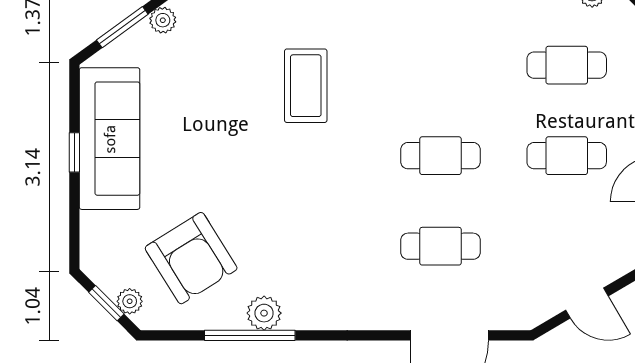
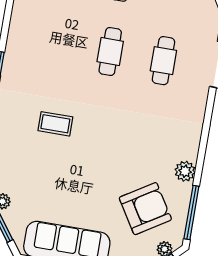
coffee table: (306, 86) -> (55, 124), width x0.73, depth x0.77
window: (250, 335) -> (191, 212), moved

